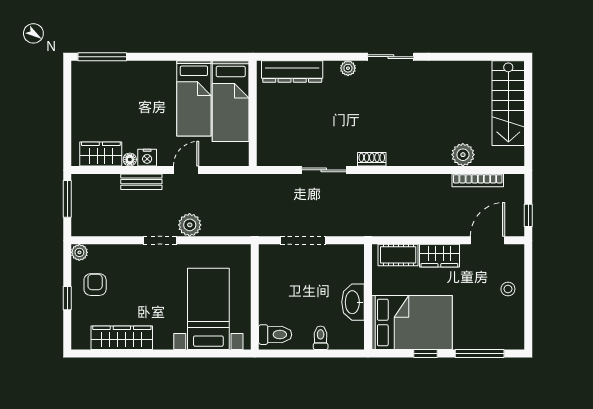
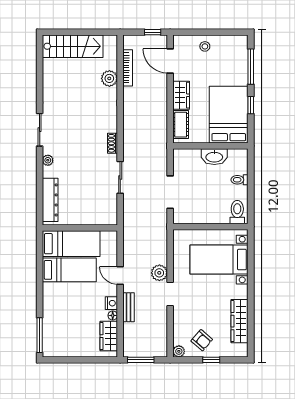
armchair: (95, 285) -> (202, 340), turned -139

